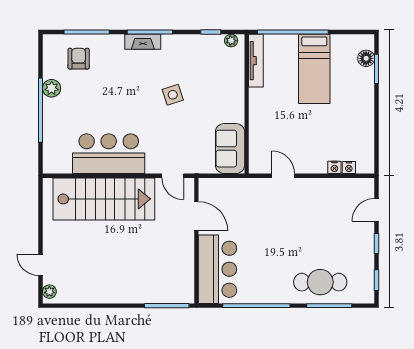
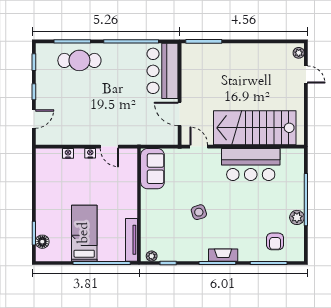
nightstand: (349, 168) -> (90, 153), moved

